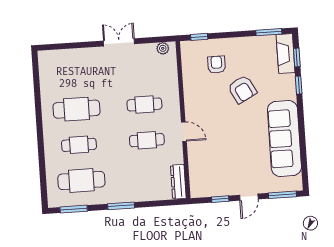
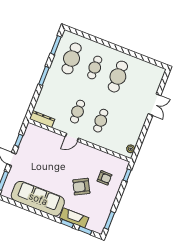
double door: (119, 42) -> (155, 105), moved
fireplace: (286, 54) -> (74, 218), moved

